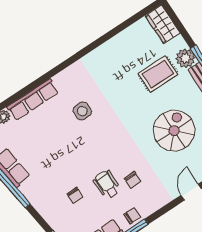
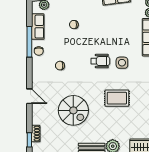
rug: (158, 74) -> (117, 98), moved, turned 90
wheelchair: (107, 184) -> (100, 61), moved

